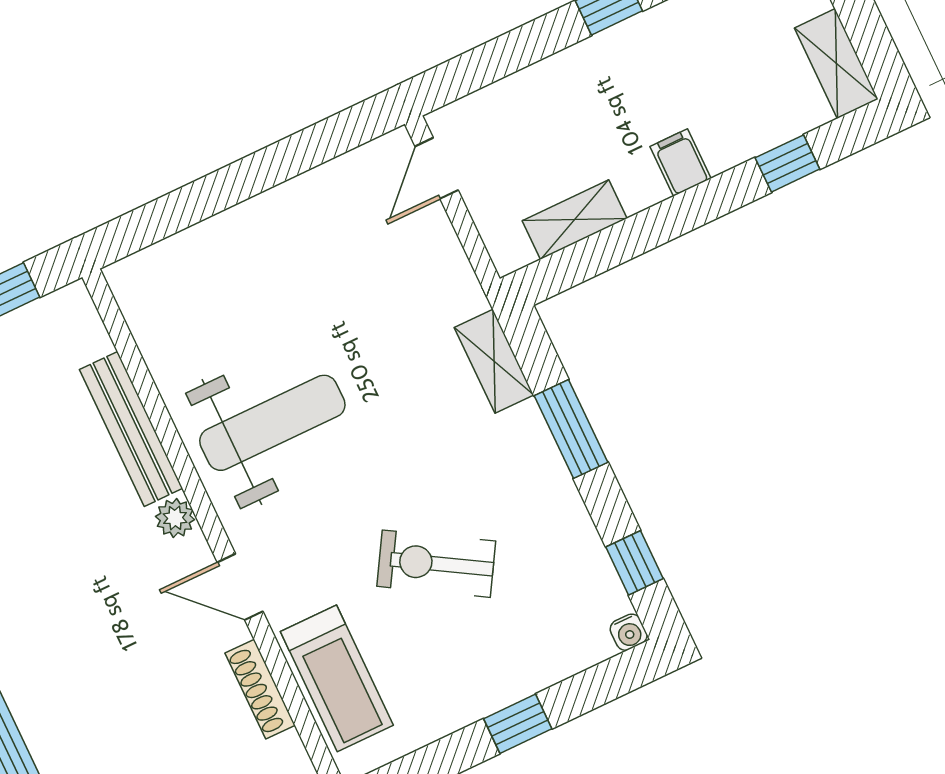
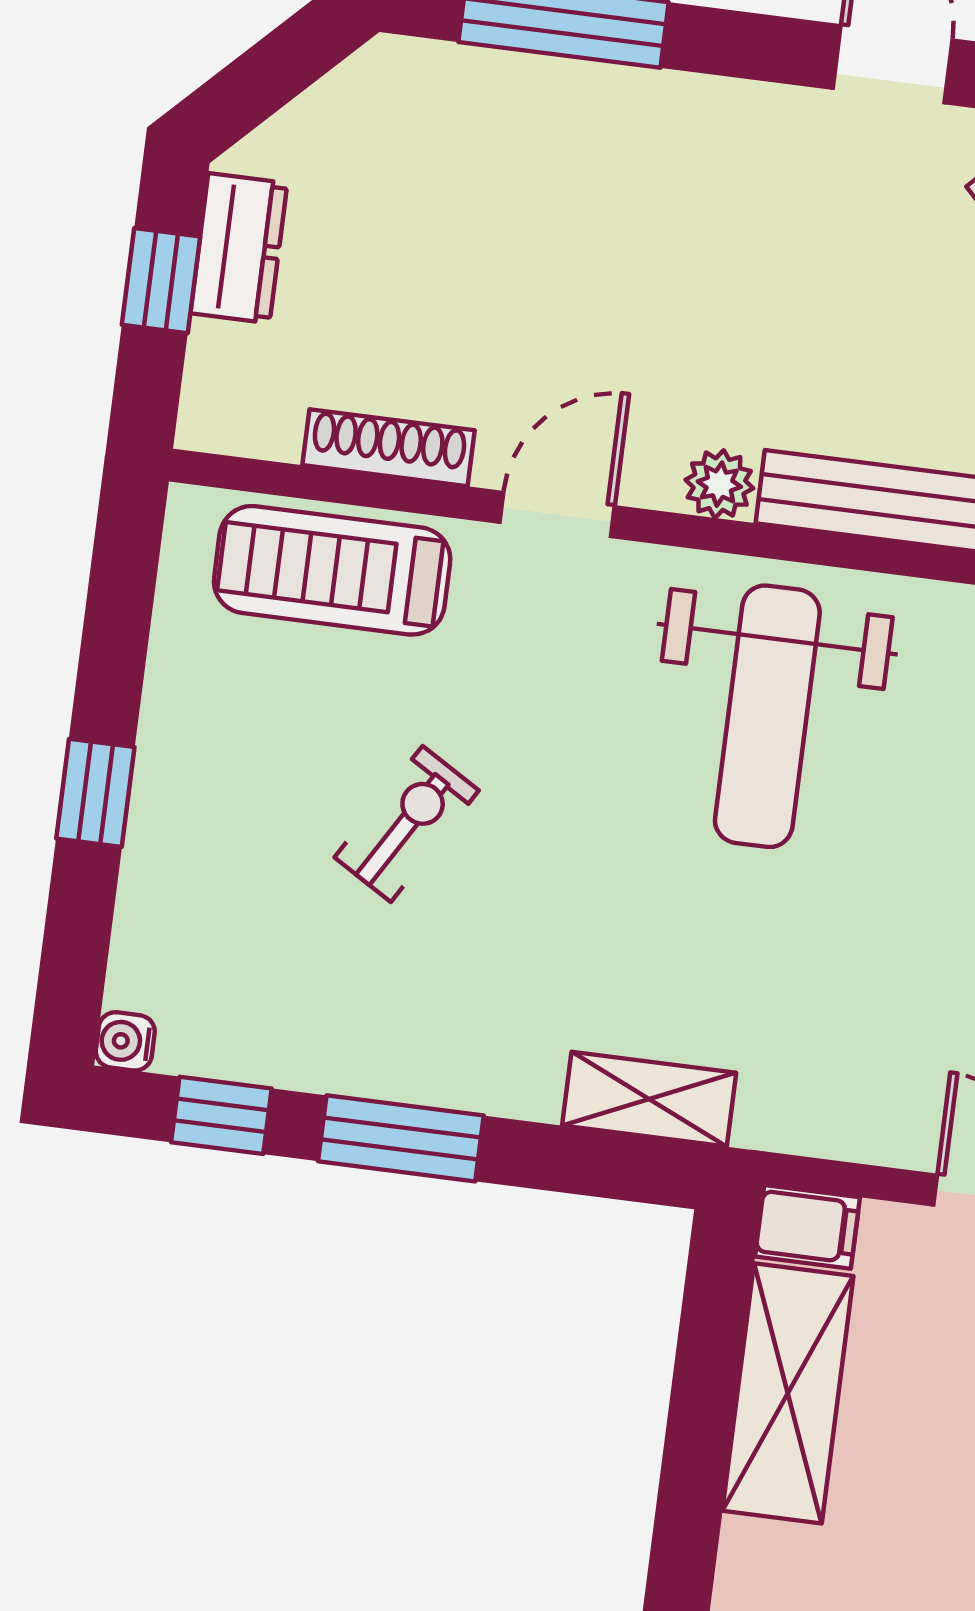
filing cabinet: (681, 162) -> (807, 1227), moved
shelving: (575, 220) -> (788, 1393), width x1.50, depth x1.33
window: (571, 429) -> (401, 1138), moved
exercise bike: (436, 564) -> (407, 824), width x0.73, depth x0.72

